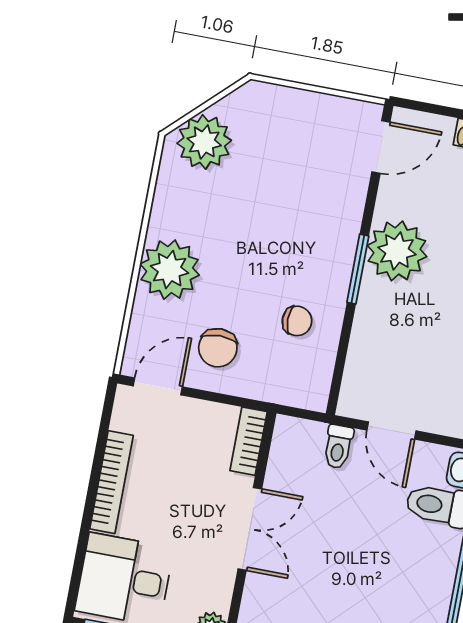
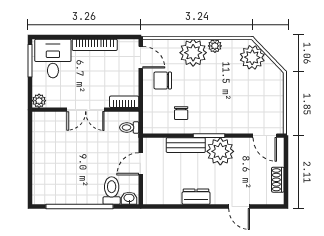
plant: (164, 219) -> (215, 46), added
bench: (369, 324) -> (186, 145), added
toilet: (338, 447) -> (129, 128), moved

